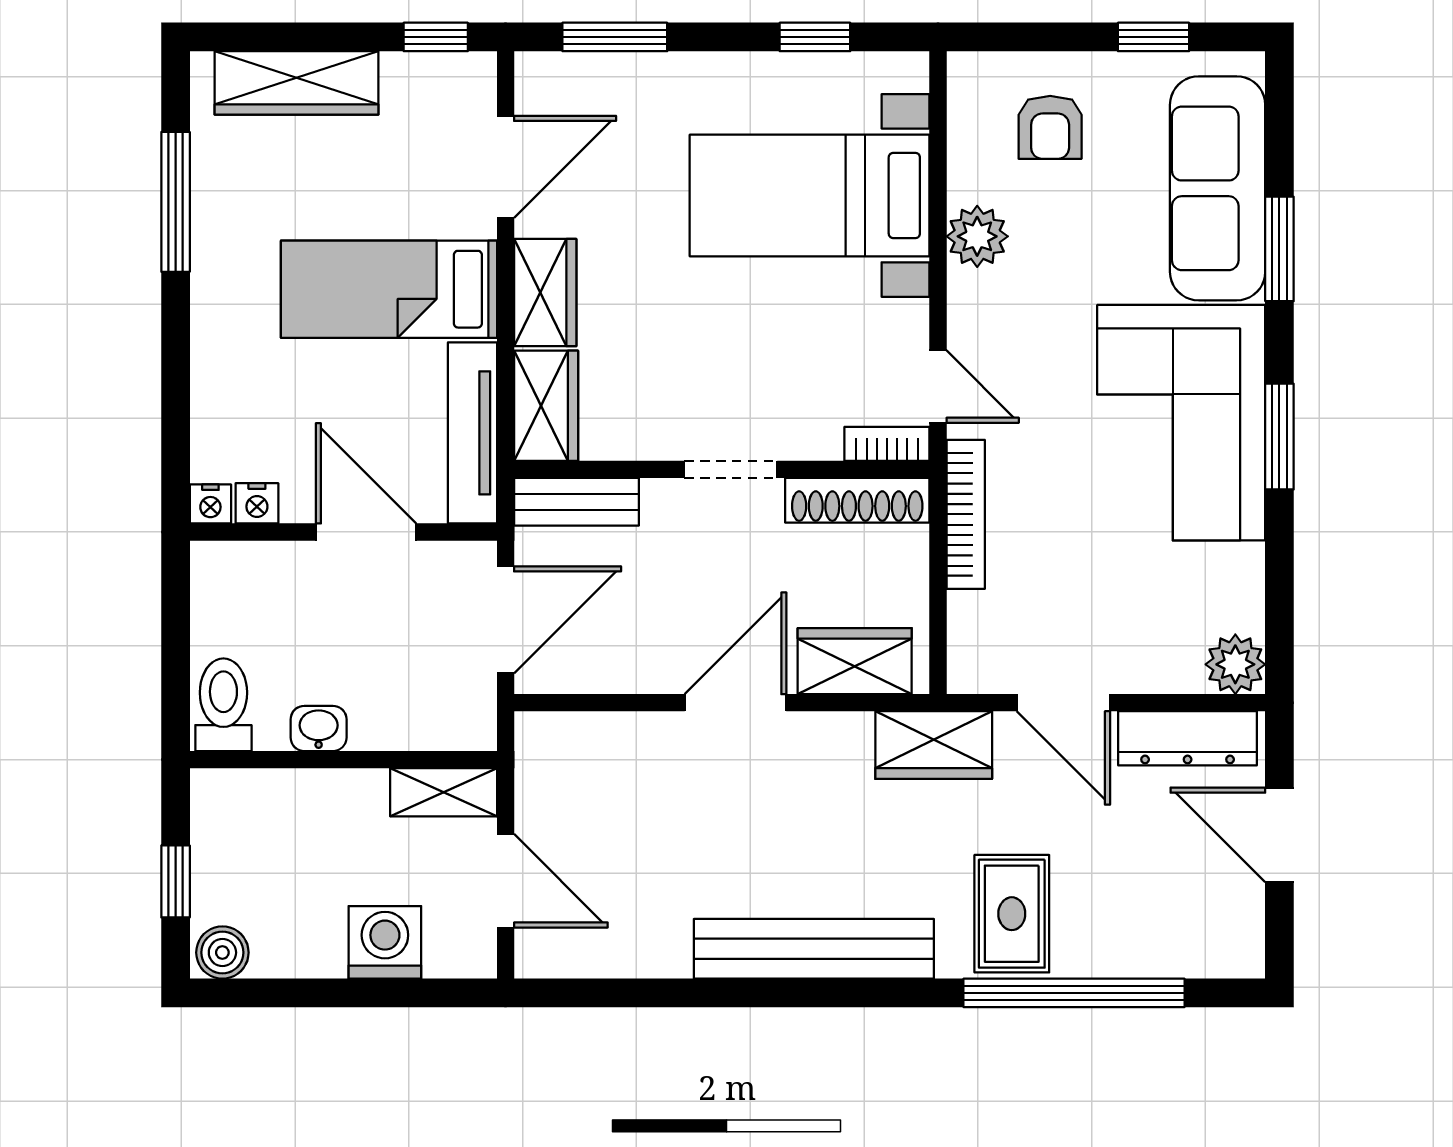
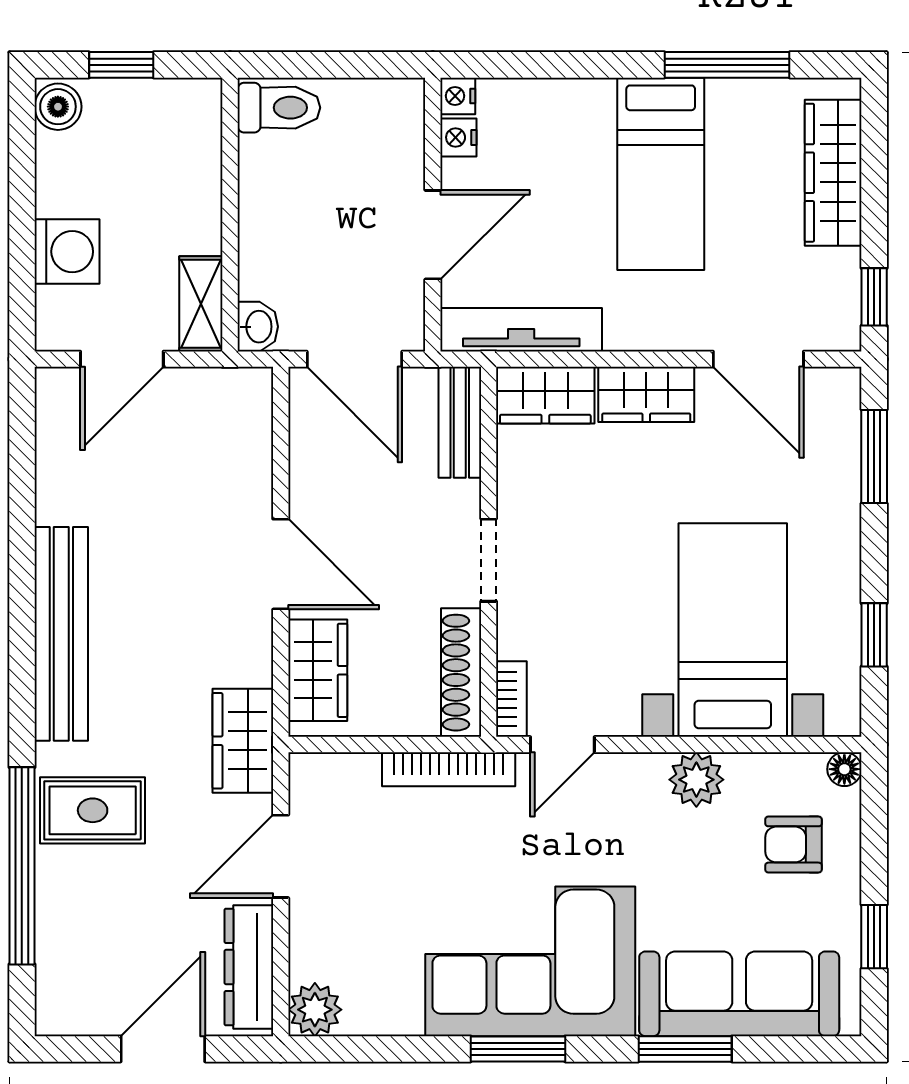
floor lamp: (966, 70) -> (844, 769), added
bed: (389, 289) -> (661, 174), moved, turned 180
washbasin: (319, 728) -> (258, 327), moved

